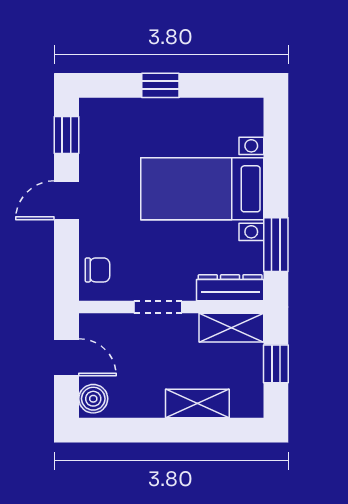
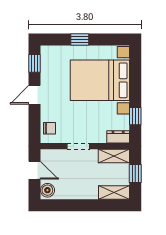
bed with nightstands: (202, 189) -> (100, 80), width x1.36
window: (276, 245) -> (135, 116), width x0.67
dresser: (230, 288) -> (118, 137), width x0.70
shelving: (197, 404) -> (114, 193), moved

